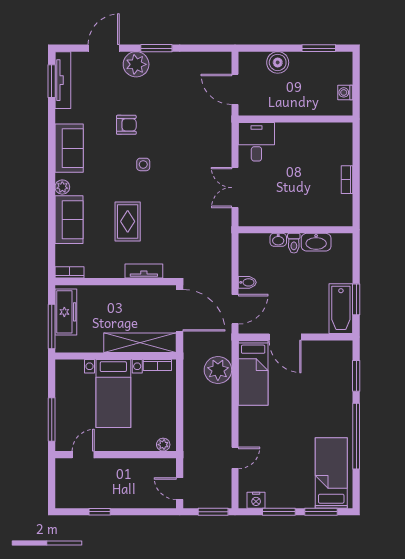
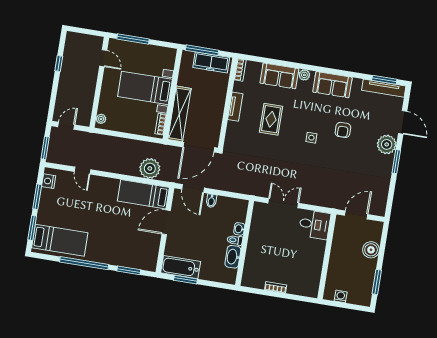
rug: (128, 221) -> (271, 119), turned 90
tv unit: (144, 271) -> (235, 107), moved

